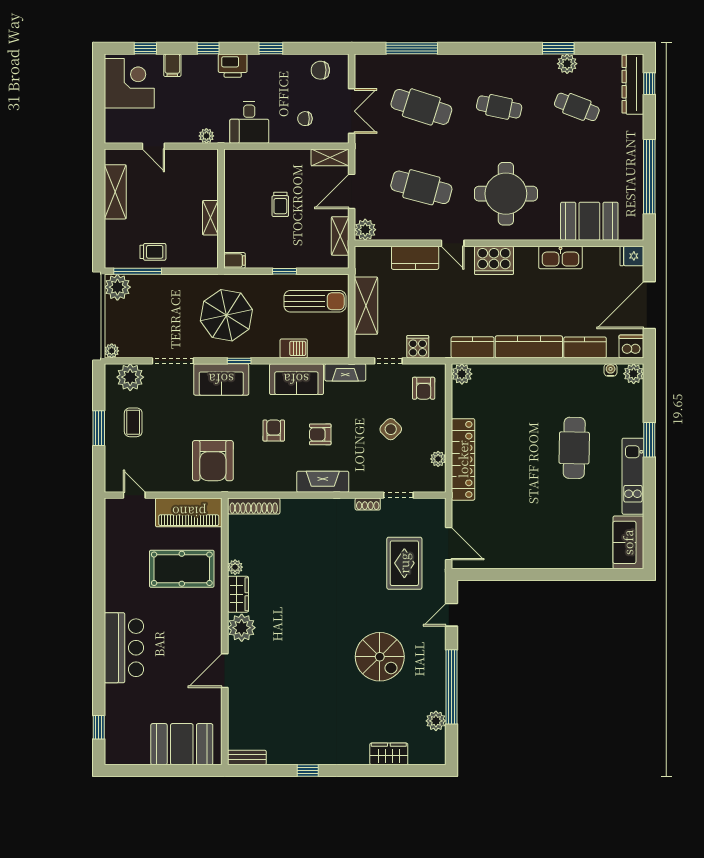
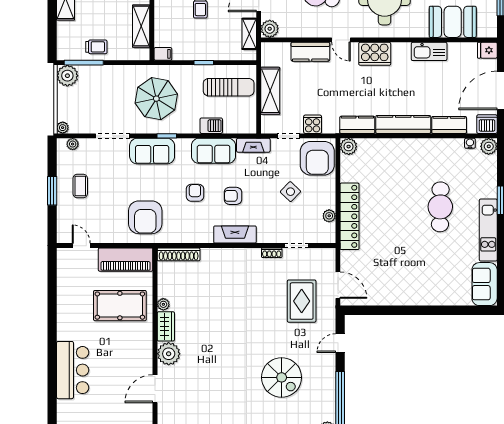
shelving: (210, 218) -> (141, 26), width x1.50, depth x1.33
plant: (130, 377) -> (73, 144), width x0.53, depth x0.53
armchair: (424, 388) -> (317, 158), width x1.88, depth x1.88

